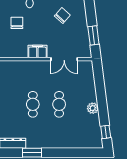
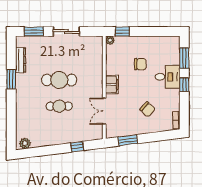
cafe table: (33, 104) -> (59, 80), width x1.37, depth x1.35
plant: (93, 108) -> (25, 143), moved
window: (106, 132) -> (77, 147), moved

